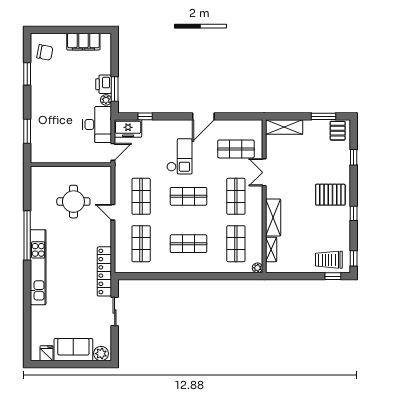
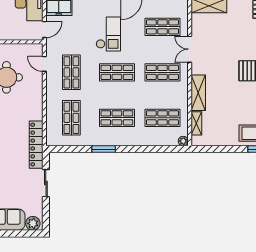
shop shelf: (236, 196) -> (162, 72), turned 90
door: (113, 212) -> (44, 64), moved
shop shelf: (236, 244) -> (162, 118), turned 90
window: (175, 276) -> (104, 149), added

